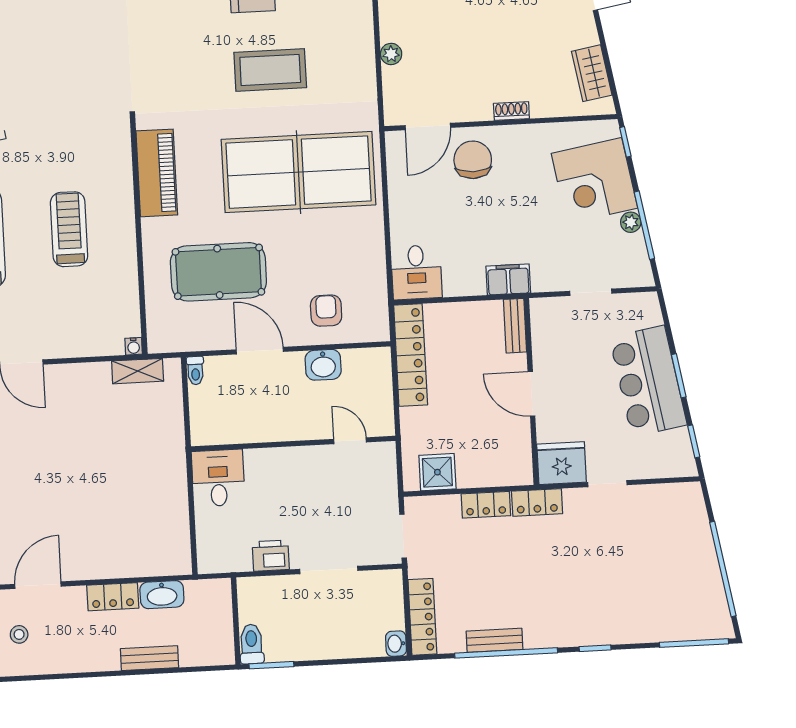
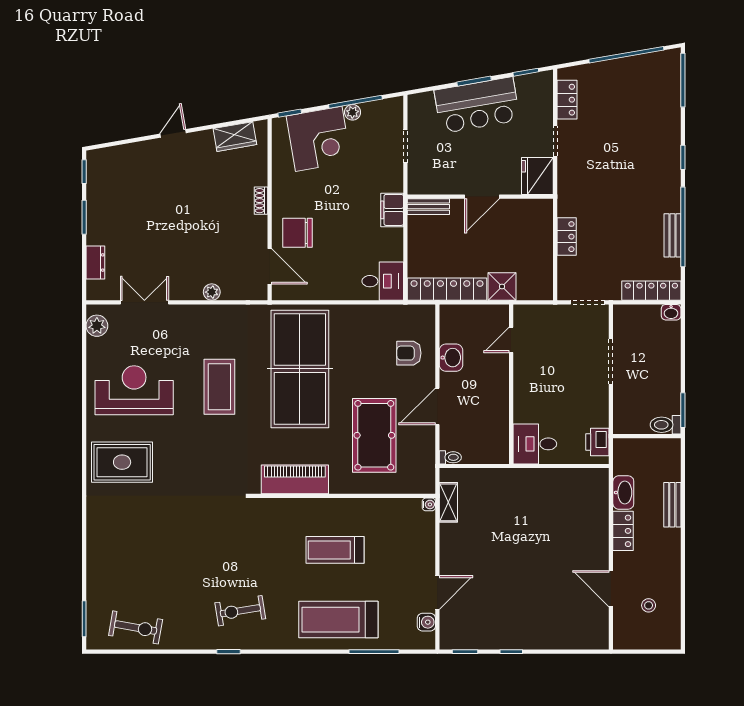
shower: (437, 472) -> (502, 287), moved
locker: (537, 502) -> (567, 100), moved
printer: (271, 556) -> (597, 442), moved

